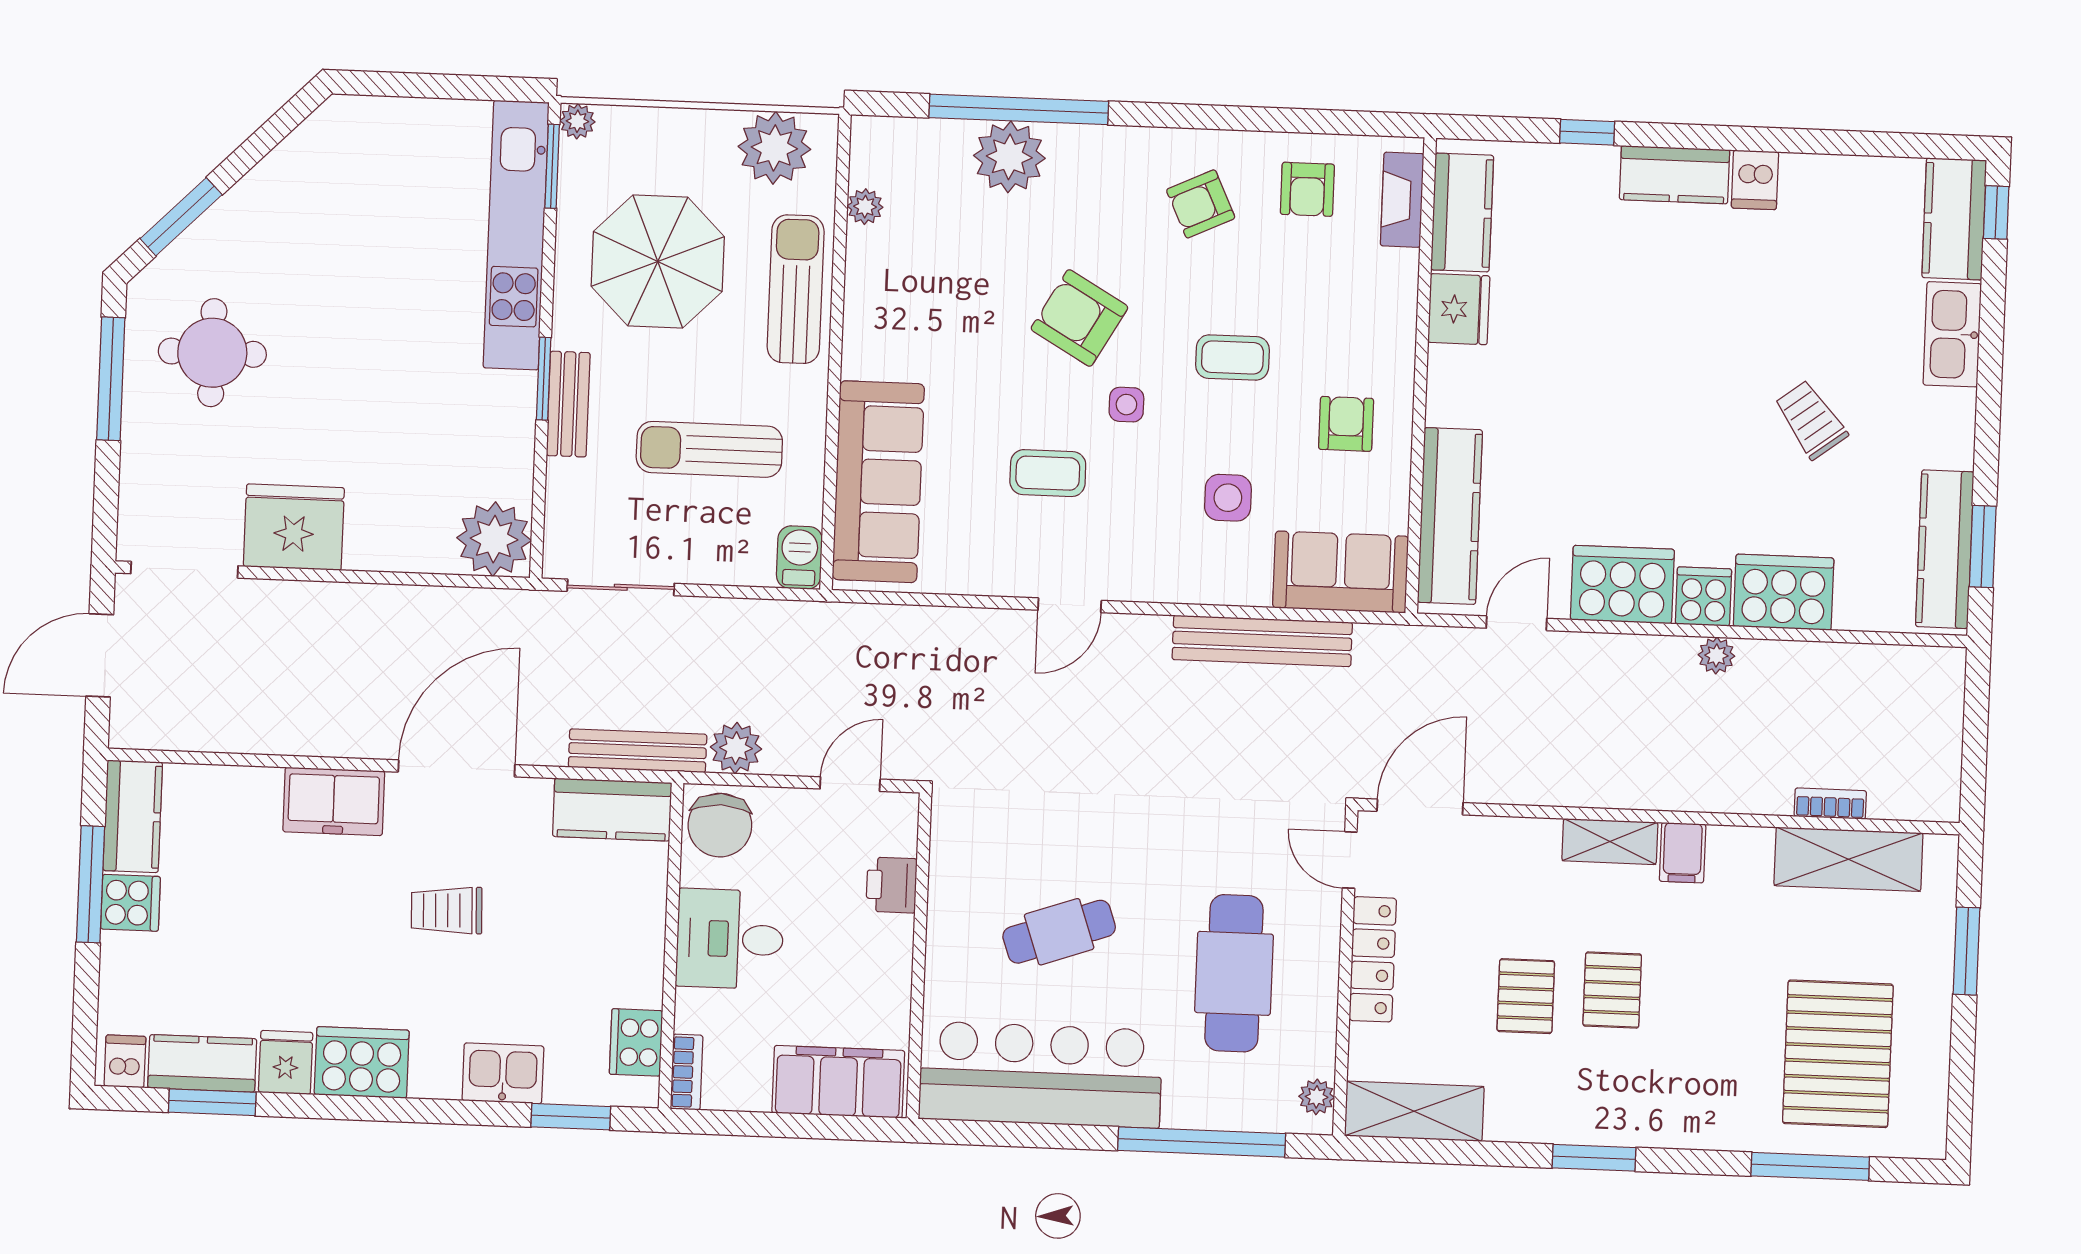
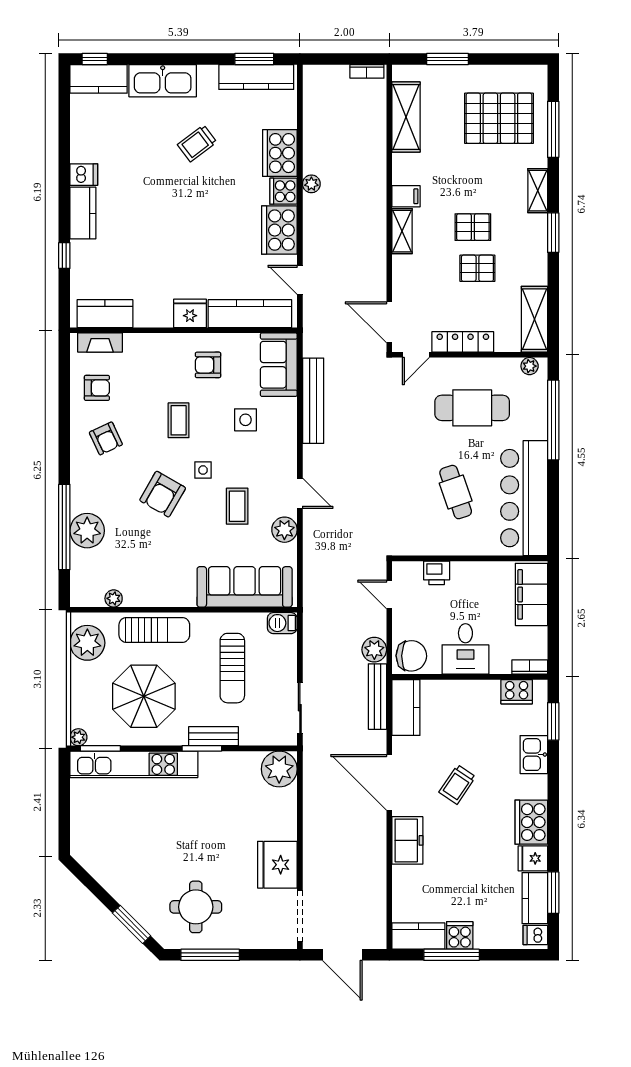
sun lounger: (796, 289) -> (154, 630), turned 180
fridge: (1459, 309) -> (190, 313), moved
kitchen sink: (1952, 334) -> (163, 81), width x1.36, depth x1.24
plant: (995, 570) -> (284, 530), added
bookcase: (1830, 804) -> (367, 71), moved, turned -90
trolley: (447, 910) -> (457, 785), turned 36
shelving: (1683, 1129) -> (538, 191), added

